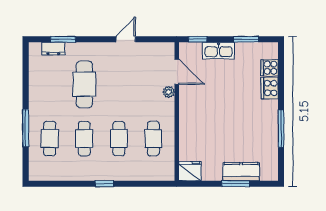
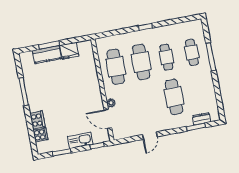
cafe table: (119, 139) -> (141, 62), width x1.37, depth x1.35
cafe table: (153, 139) -> (116, 67), width x1.37, depth x1.35
fridge: (190, 171) -> (69, 51), moved

